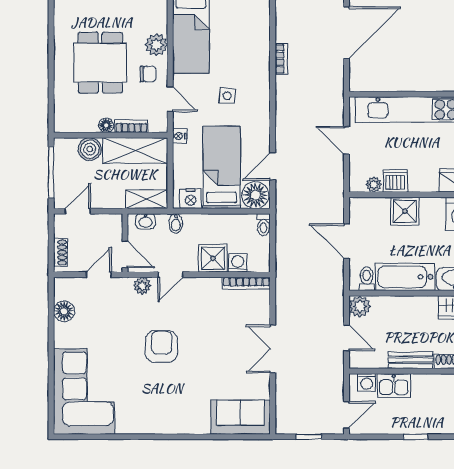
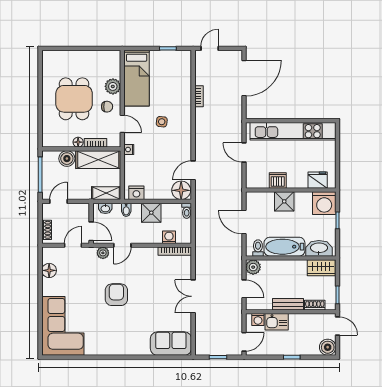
bed: (222, 167) -> (158, 171), removed
plant: (374, 184) -> (263, 183), removed
shower: (213, 258) -> (151, 213), moved

